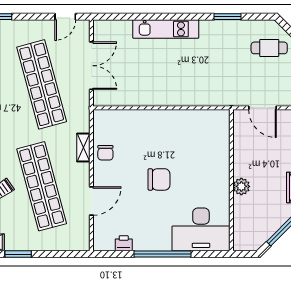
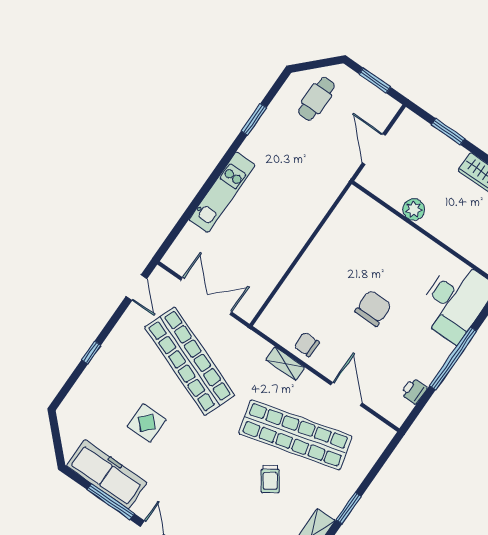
shop shelf: (42, 84) -> (190, 361), turned 36
door: (263, 108) -> (374, 149), swing flipped
chair: (105, 153) -> (307, 344), turned 180
plant: (241, 186) -> (414, 209), moved

